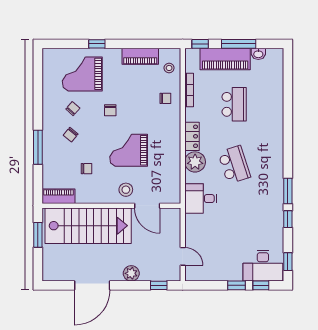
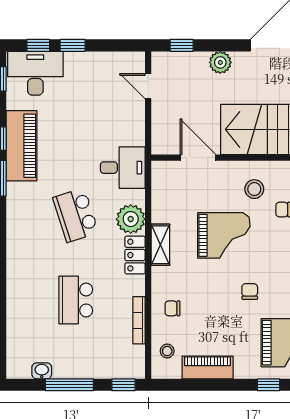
piano: (225, 59) -> (21, 146), moved, turned 90
shelving: (174, 144) -> (160, 245), added
stool: (126, 190) -> (254, 189), moved

